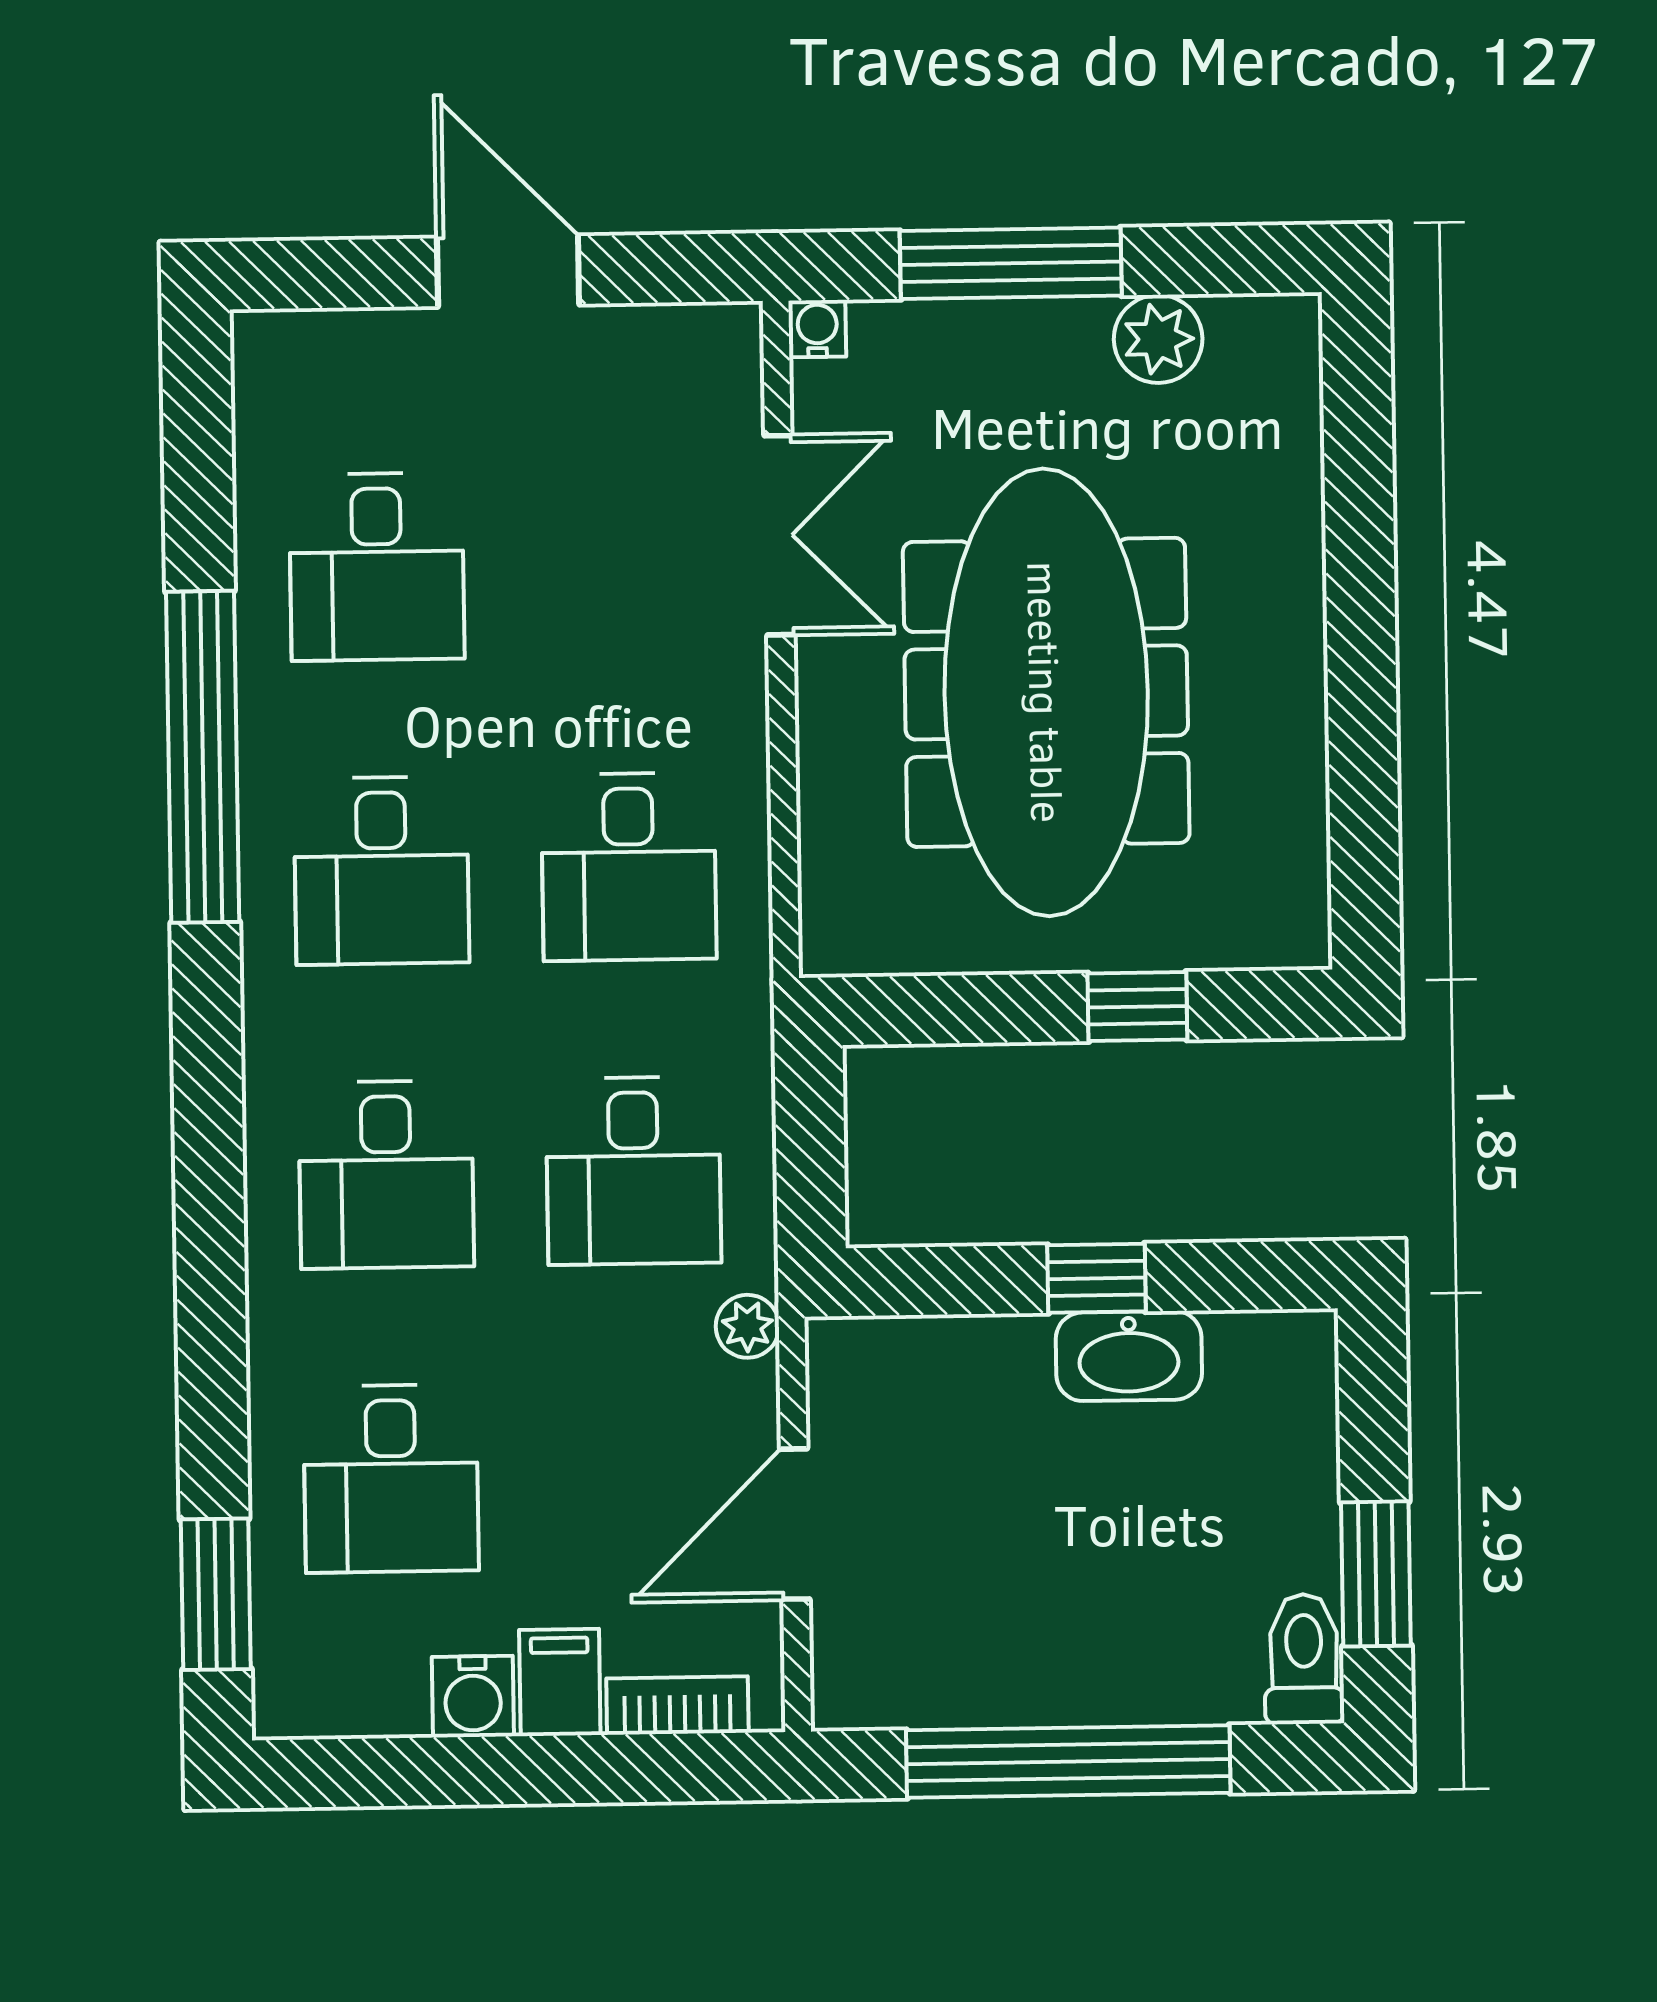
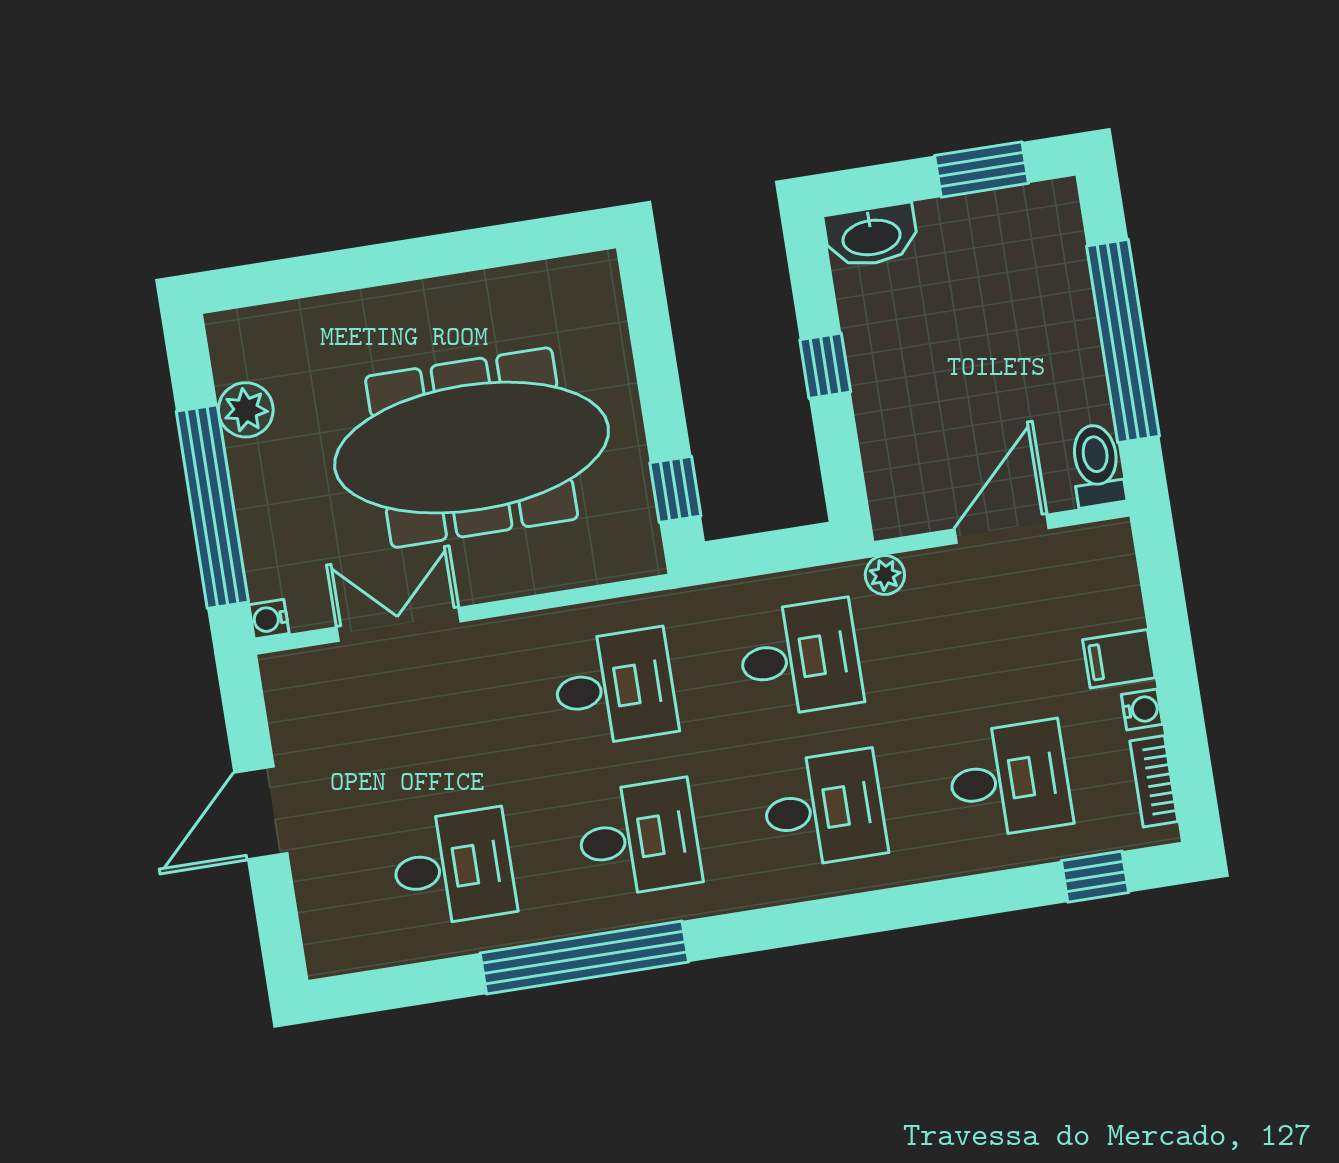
window: (1011, 263) -> (212, 507), width x1.46
window: (1137, 1007) -> (675, 489), moved
washbasin: (1129, 1356) -> (871, 236), moved, turned 90
door: (795, 1524) -> (1002, 529), swing flipped
window: (216, 1594) -> (1095, 877), width x0.67
toilet: (1304, 1659) -> (1097, 465), moved, turned 90
water cooler: (473, 1697) -> (1142, 709), width x0.72, depth x0.72
bookcase: (677, 1705) -> (1154, 781), moved

